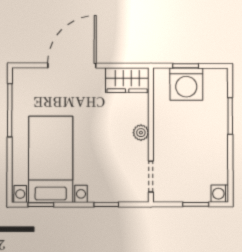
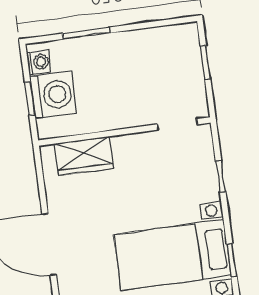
wardrobe: (127, 80) -> (84, 156), moved, turned 90
plant: (141, 133) -> (123, 145), removed
washing machine: (220, 194) -> (39, 62), moved, turned -90

